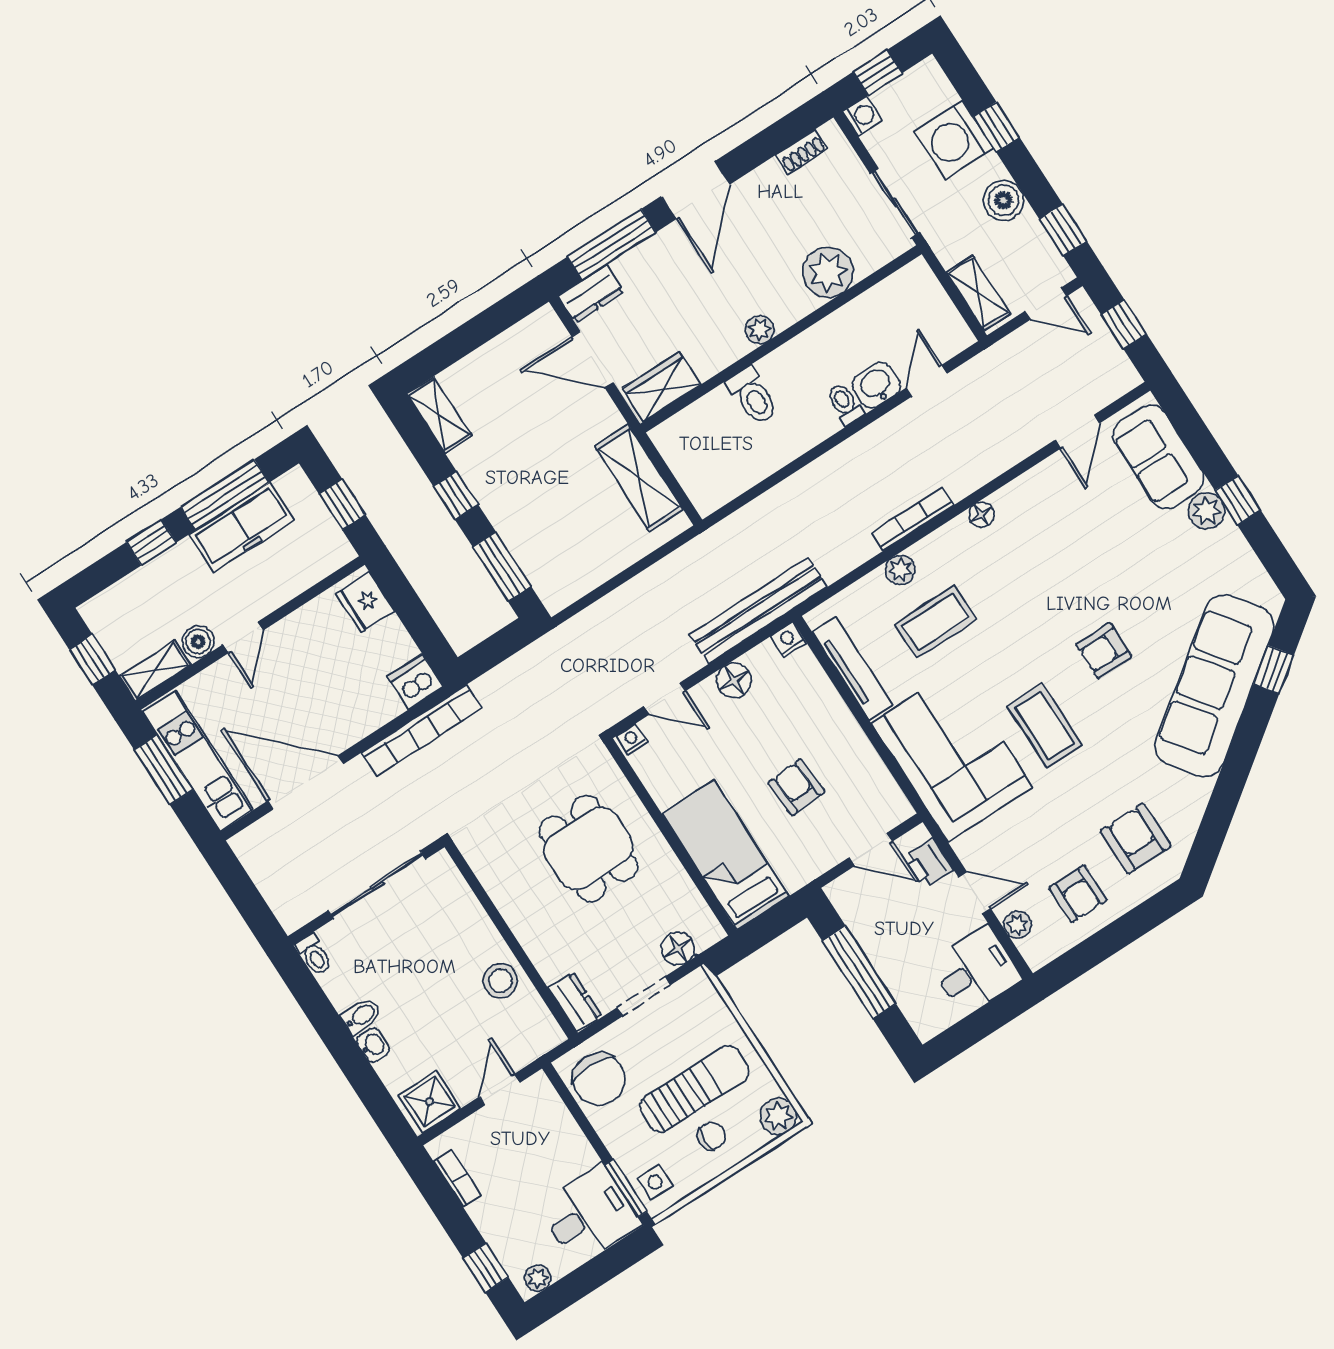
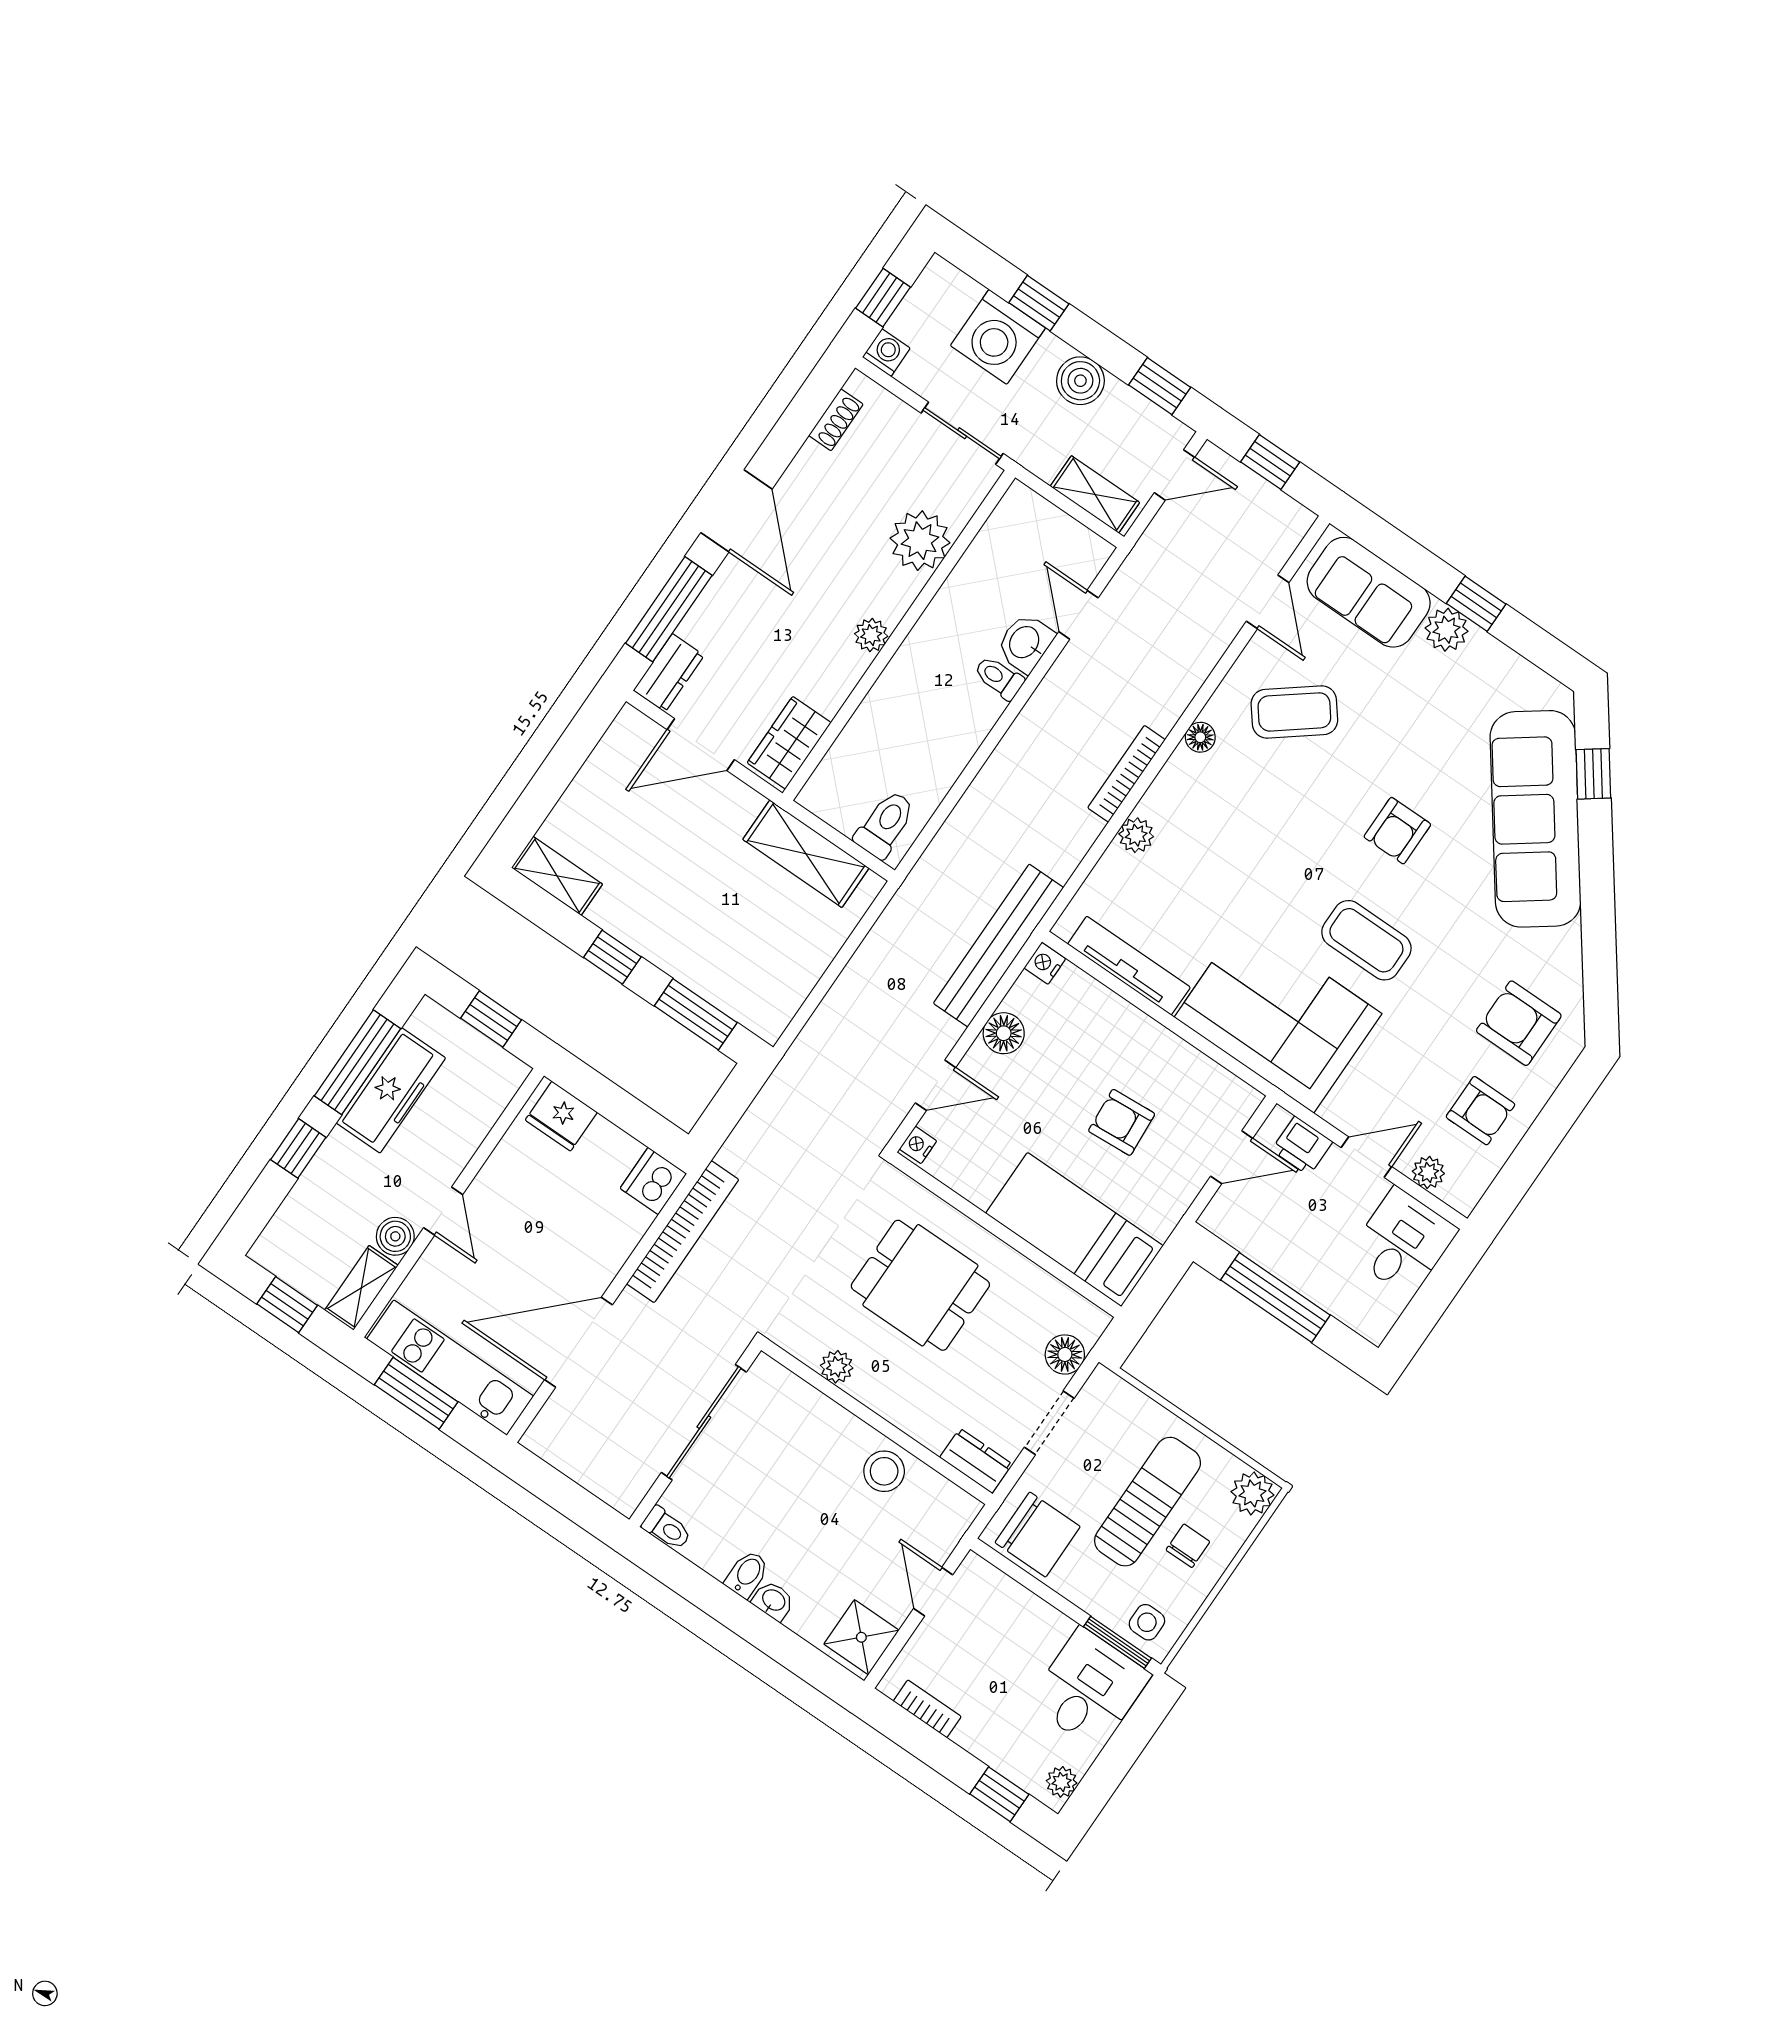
toilet: (753, 396) -> (885, 824), moved, turned -90
coffee table: (935, 622) -> (1294, 712), moved, turned 52
plant: (497, 885) -> (837, 1367), added

